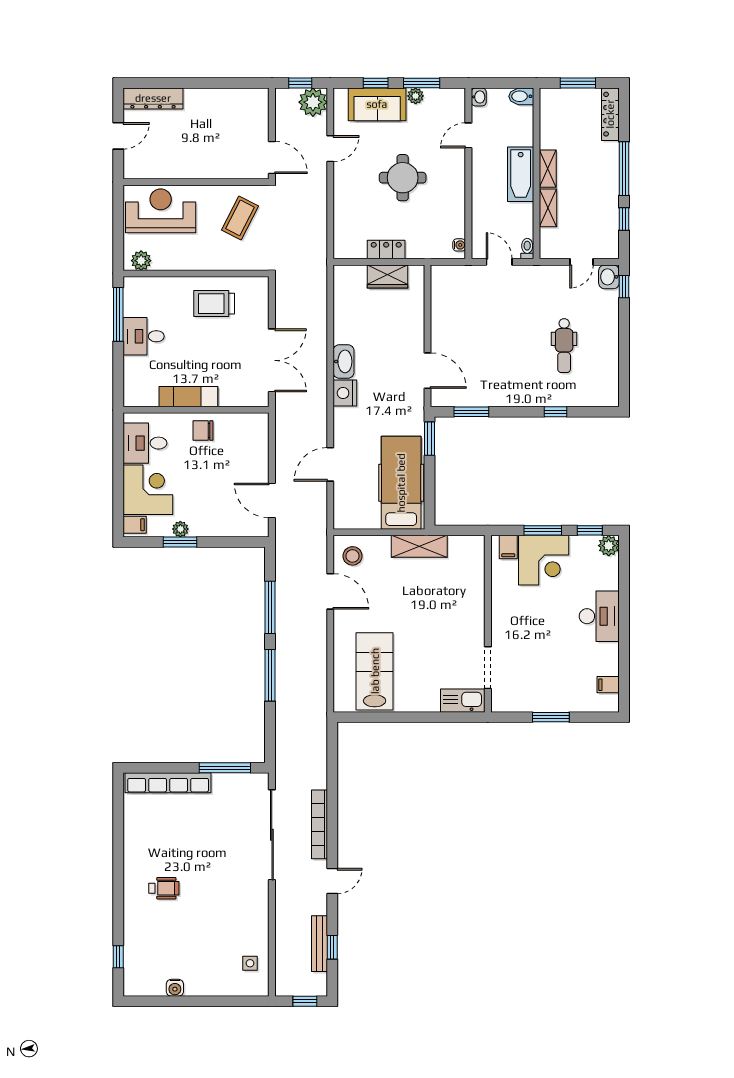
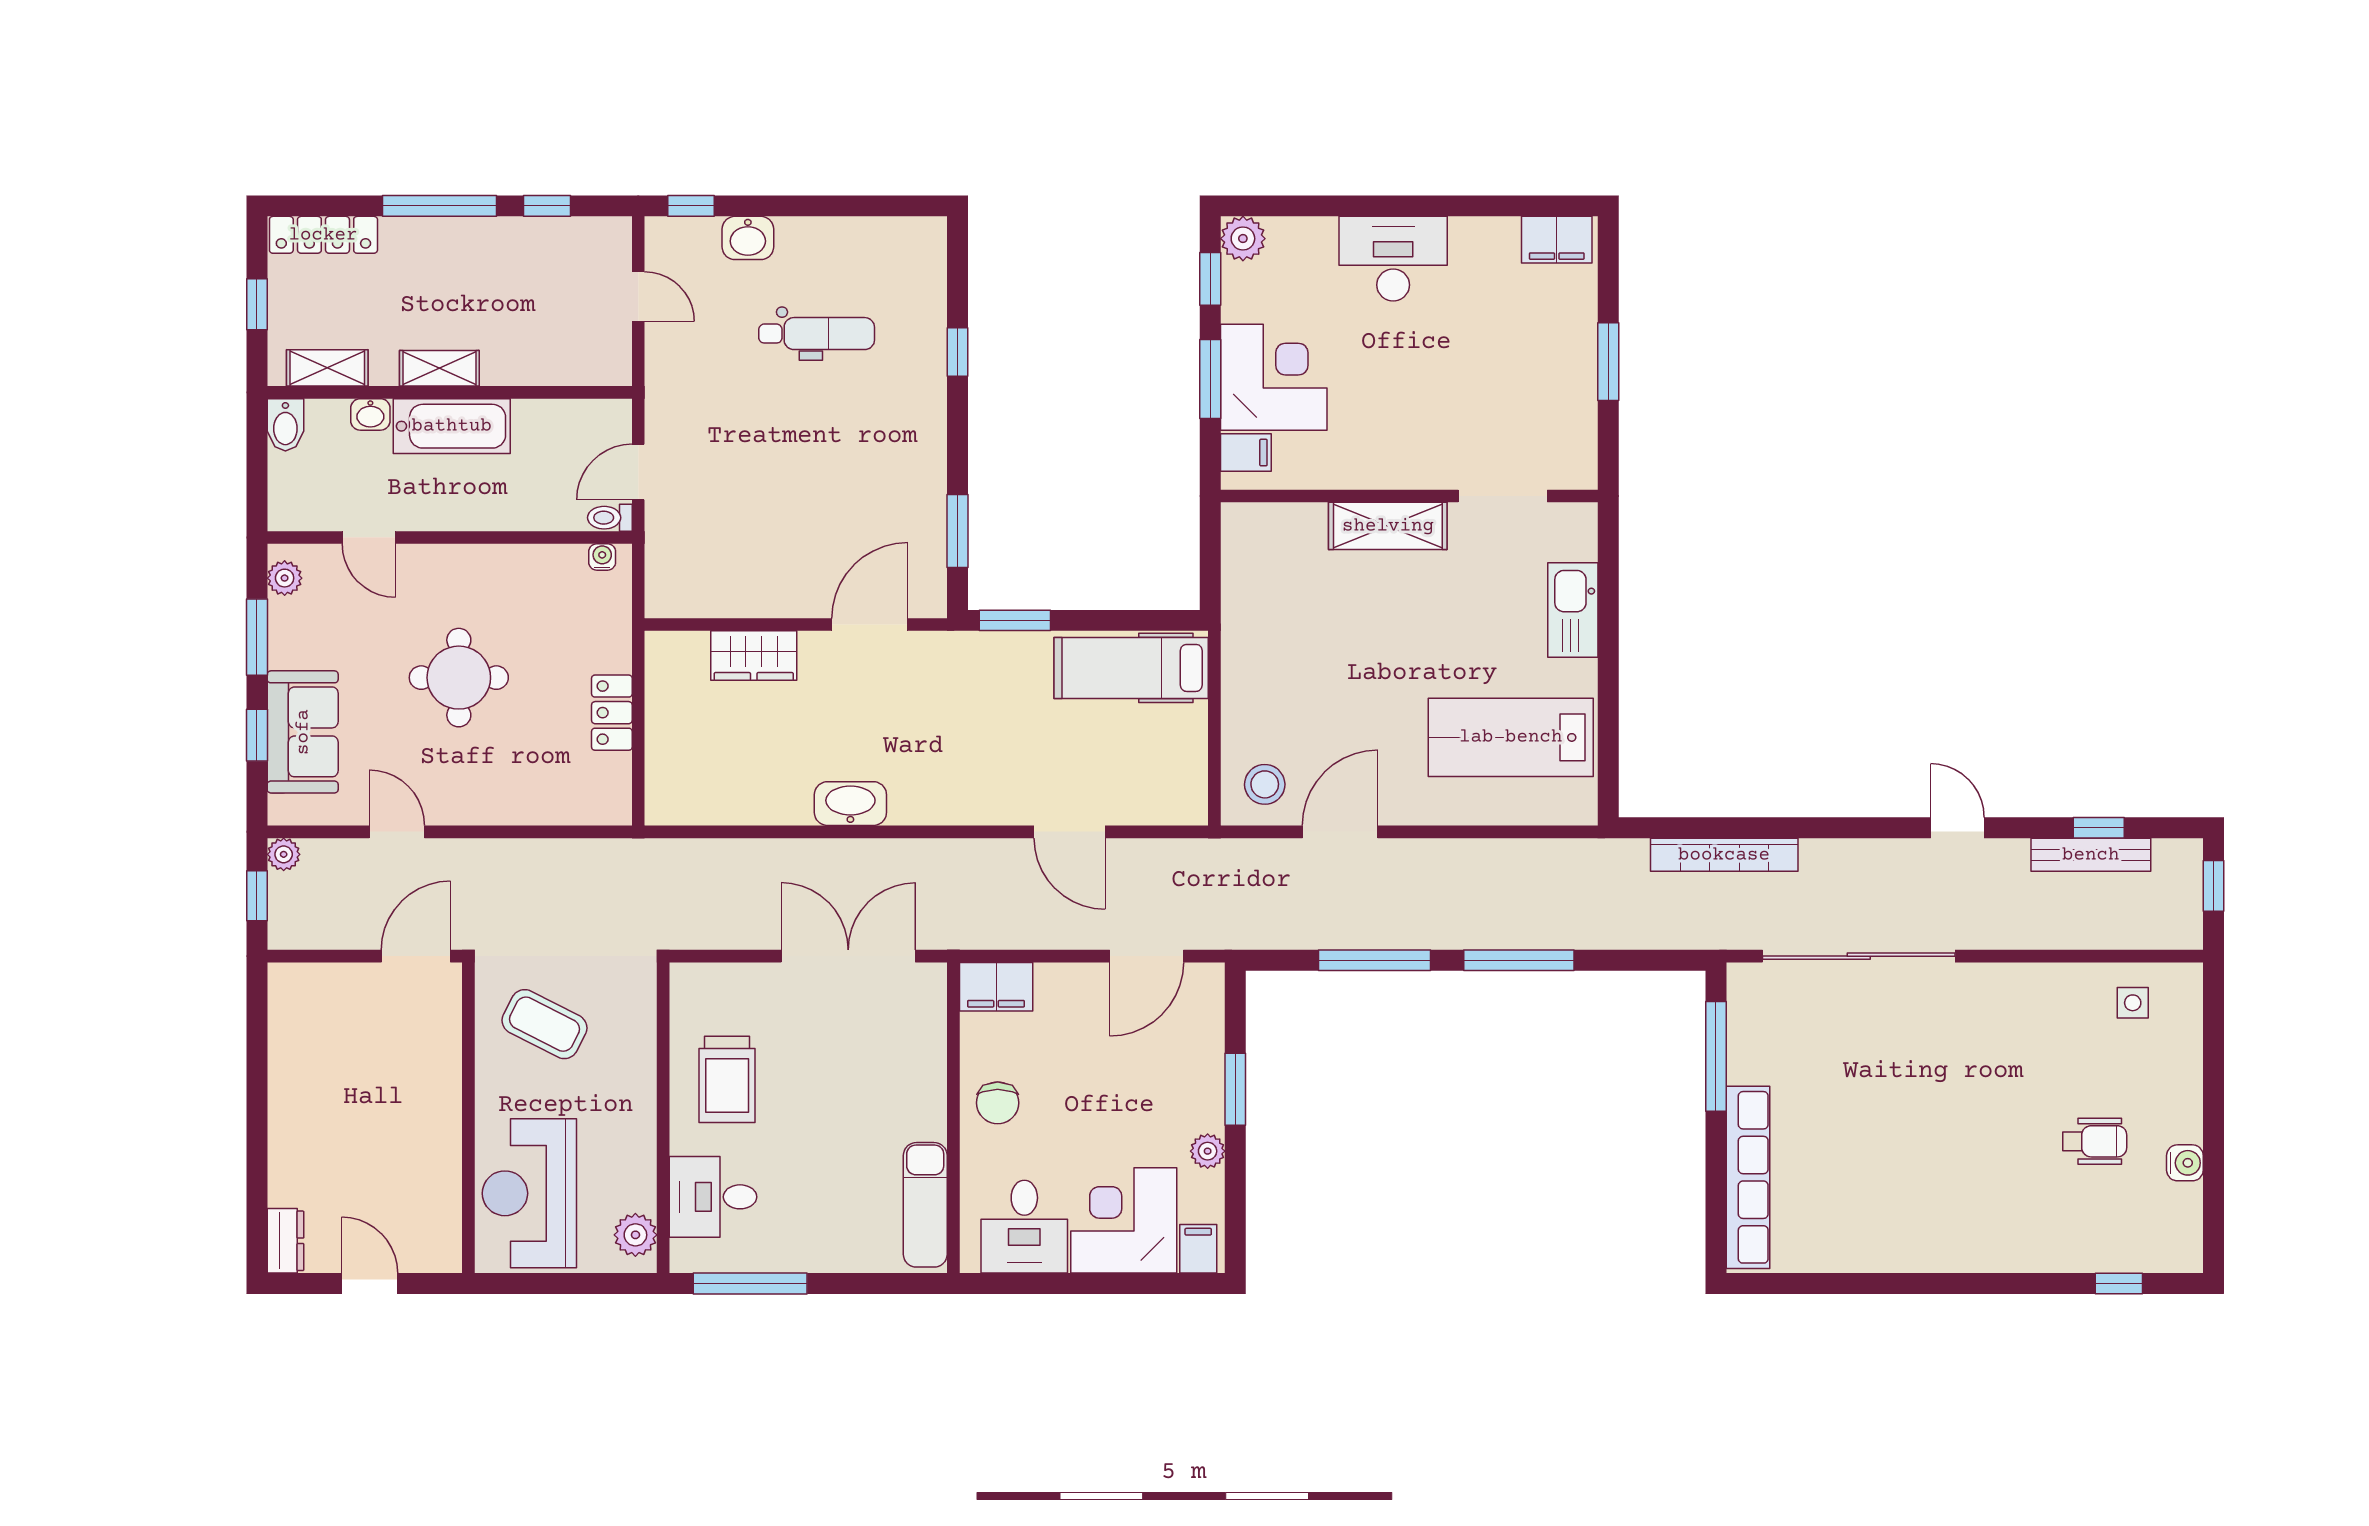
window: (578, 83) -> (257, 304), width x0.67
plant: (416, 96) -> (285, 578), moved
washbasin: (479, 97) -> (370, 414), moved, turned 180
dresser: (153, 98) -> (286, 1241), width x0.51, depth x0.80
plant: (313, 102) -> (284, 854), width x0.53, depth x0.53
shelving: (548, 208) -> (327, 368), moved
toilet: (527, 249) -> (610, 518), moved
wardrobe: (388, 276) -> (754, 656), moved, turned 90
washbasin: (609, 277) -> (748, 238), moved
desk: (144, 336) -> (713, 1197), moved, turned 90
nightstand: (345, 393) -> (918, 801), removed
exam couch: (188, 397) -> (925, 1205), moved
filing cabinet: (258, 430) -> (996, 987), added
hospital bed: (401, 483) -> (1131, 668), width x0.73, depth x0.78
window: (180, 542) -> (1235, 1089), moved
shelving: (419, 546) -> (1388, 526), moved, turned 90
filing cabinet: (608, 685) -> (1557, 240), width x2.00
kitchen sink: (463, 701) -> (1573, 610), moved
bookcase: (320, 824) -> (1724, 855), moved
wheelchair: (164, 888) -> (2095, 1141), moved, turned 90

